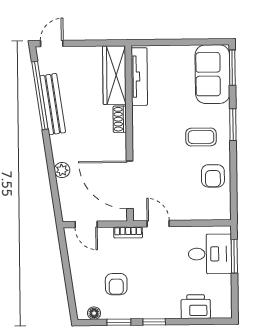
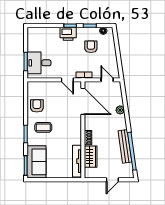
door: (52, 43) -> (112, 180), moved
wardrobe: (114, 75) -> (91, 157), width x0.67
printer: (196, 307) -> (68, 34), moved

